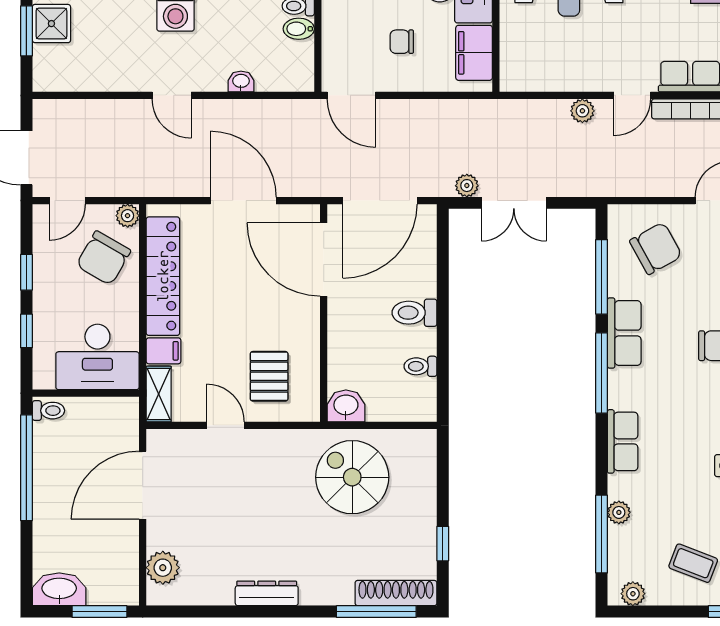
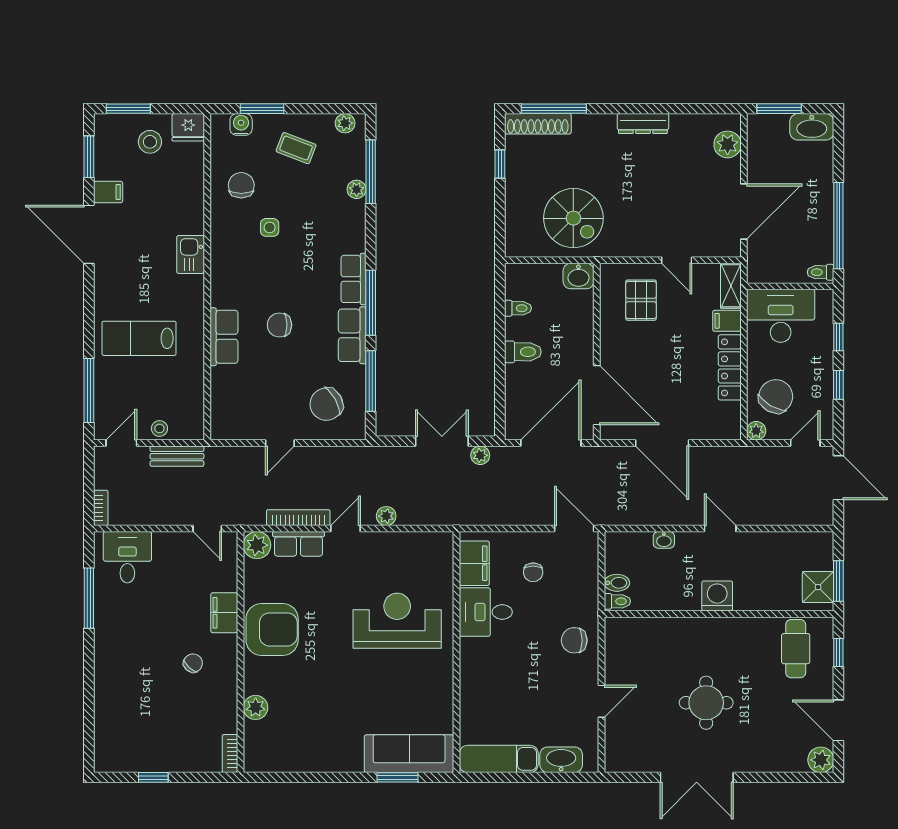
chair: (402, 42) -> (533, 572), turned 90
locker: (163, 276) -> (730, 367), width x0.71, depth x0.83
row of seats: (623, 441) -> (353, 279), moved

